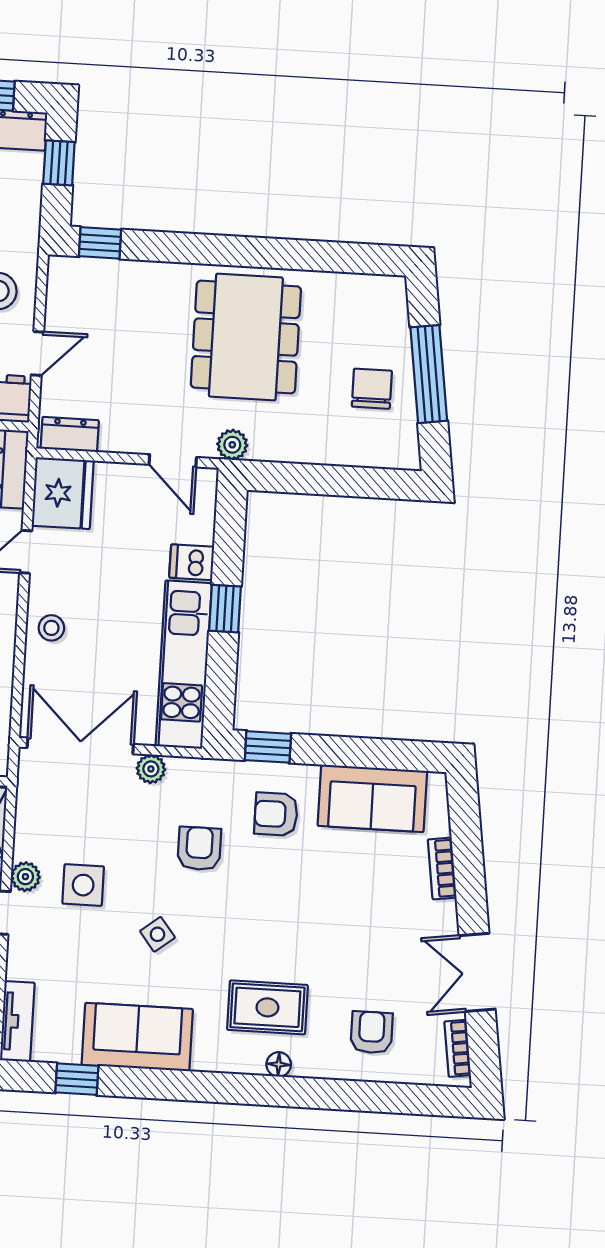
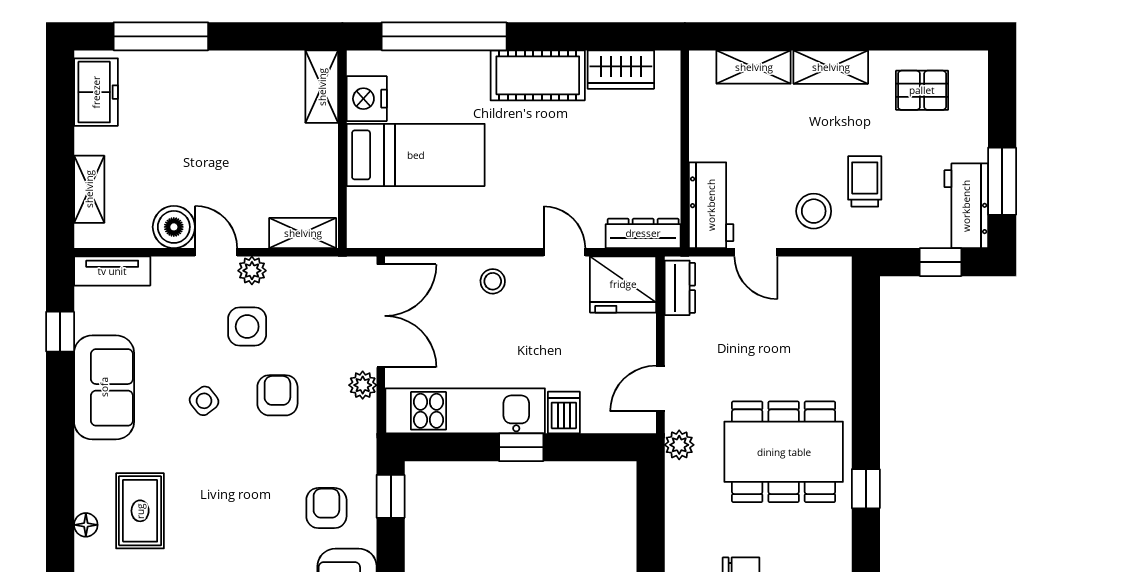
window: (100, 243) -> (866, 489), moved
armchair: (199, 849) -> (277, 395), moved, turned -90

